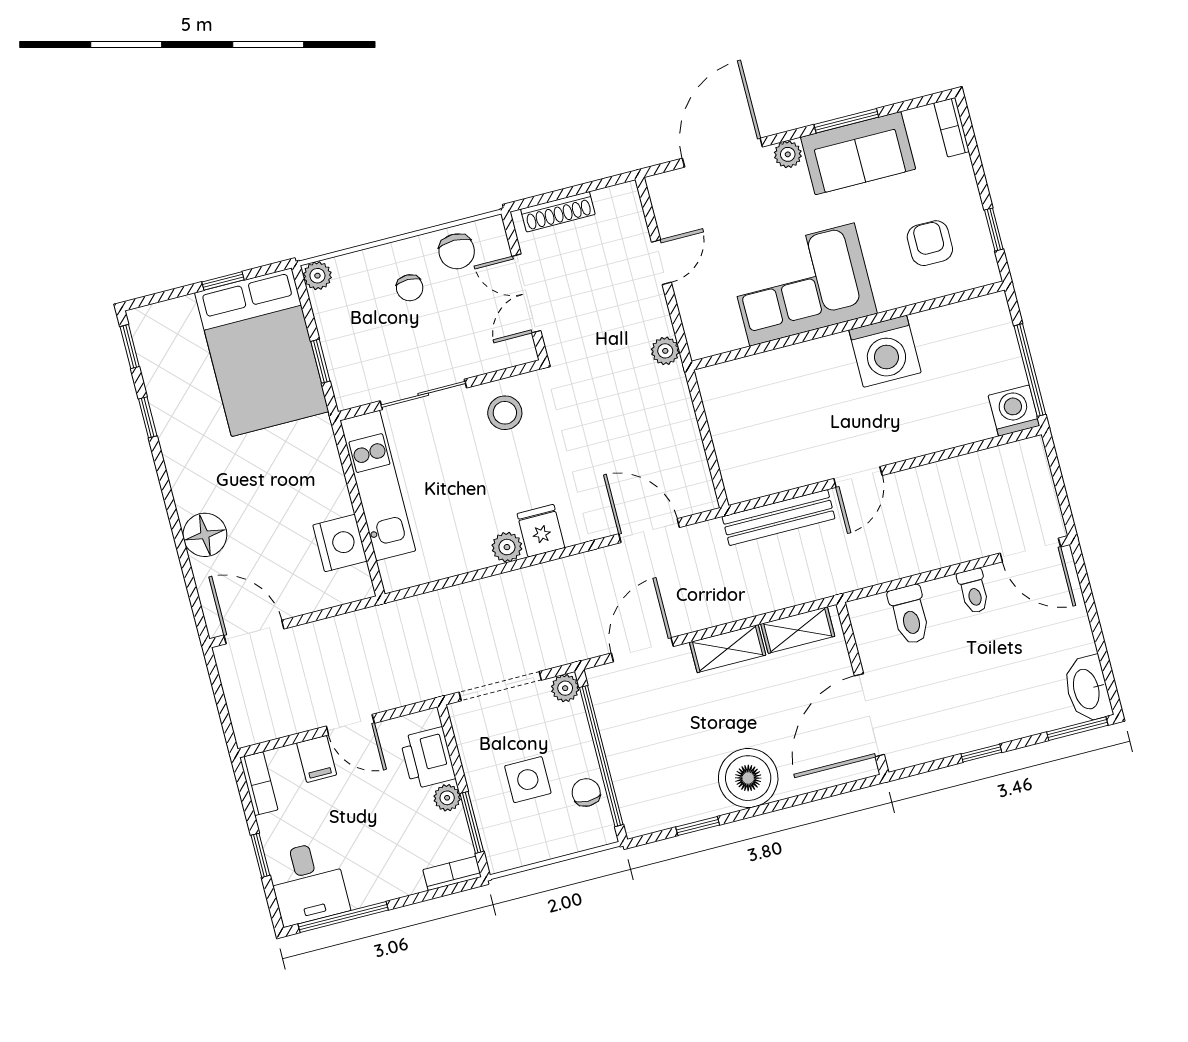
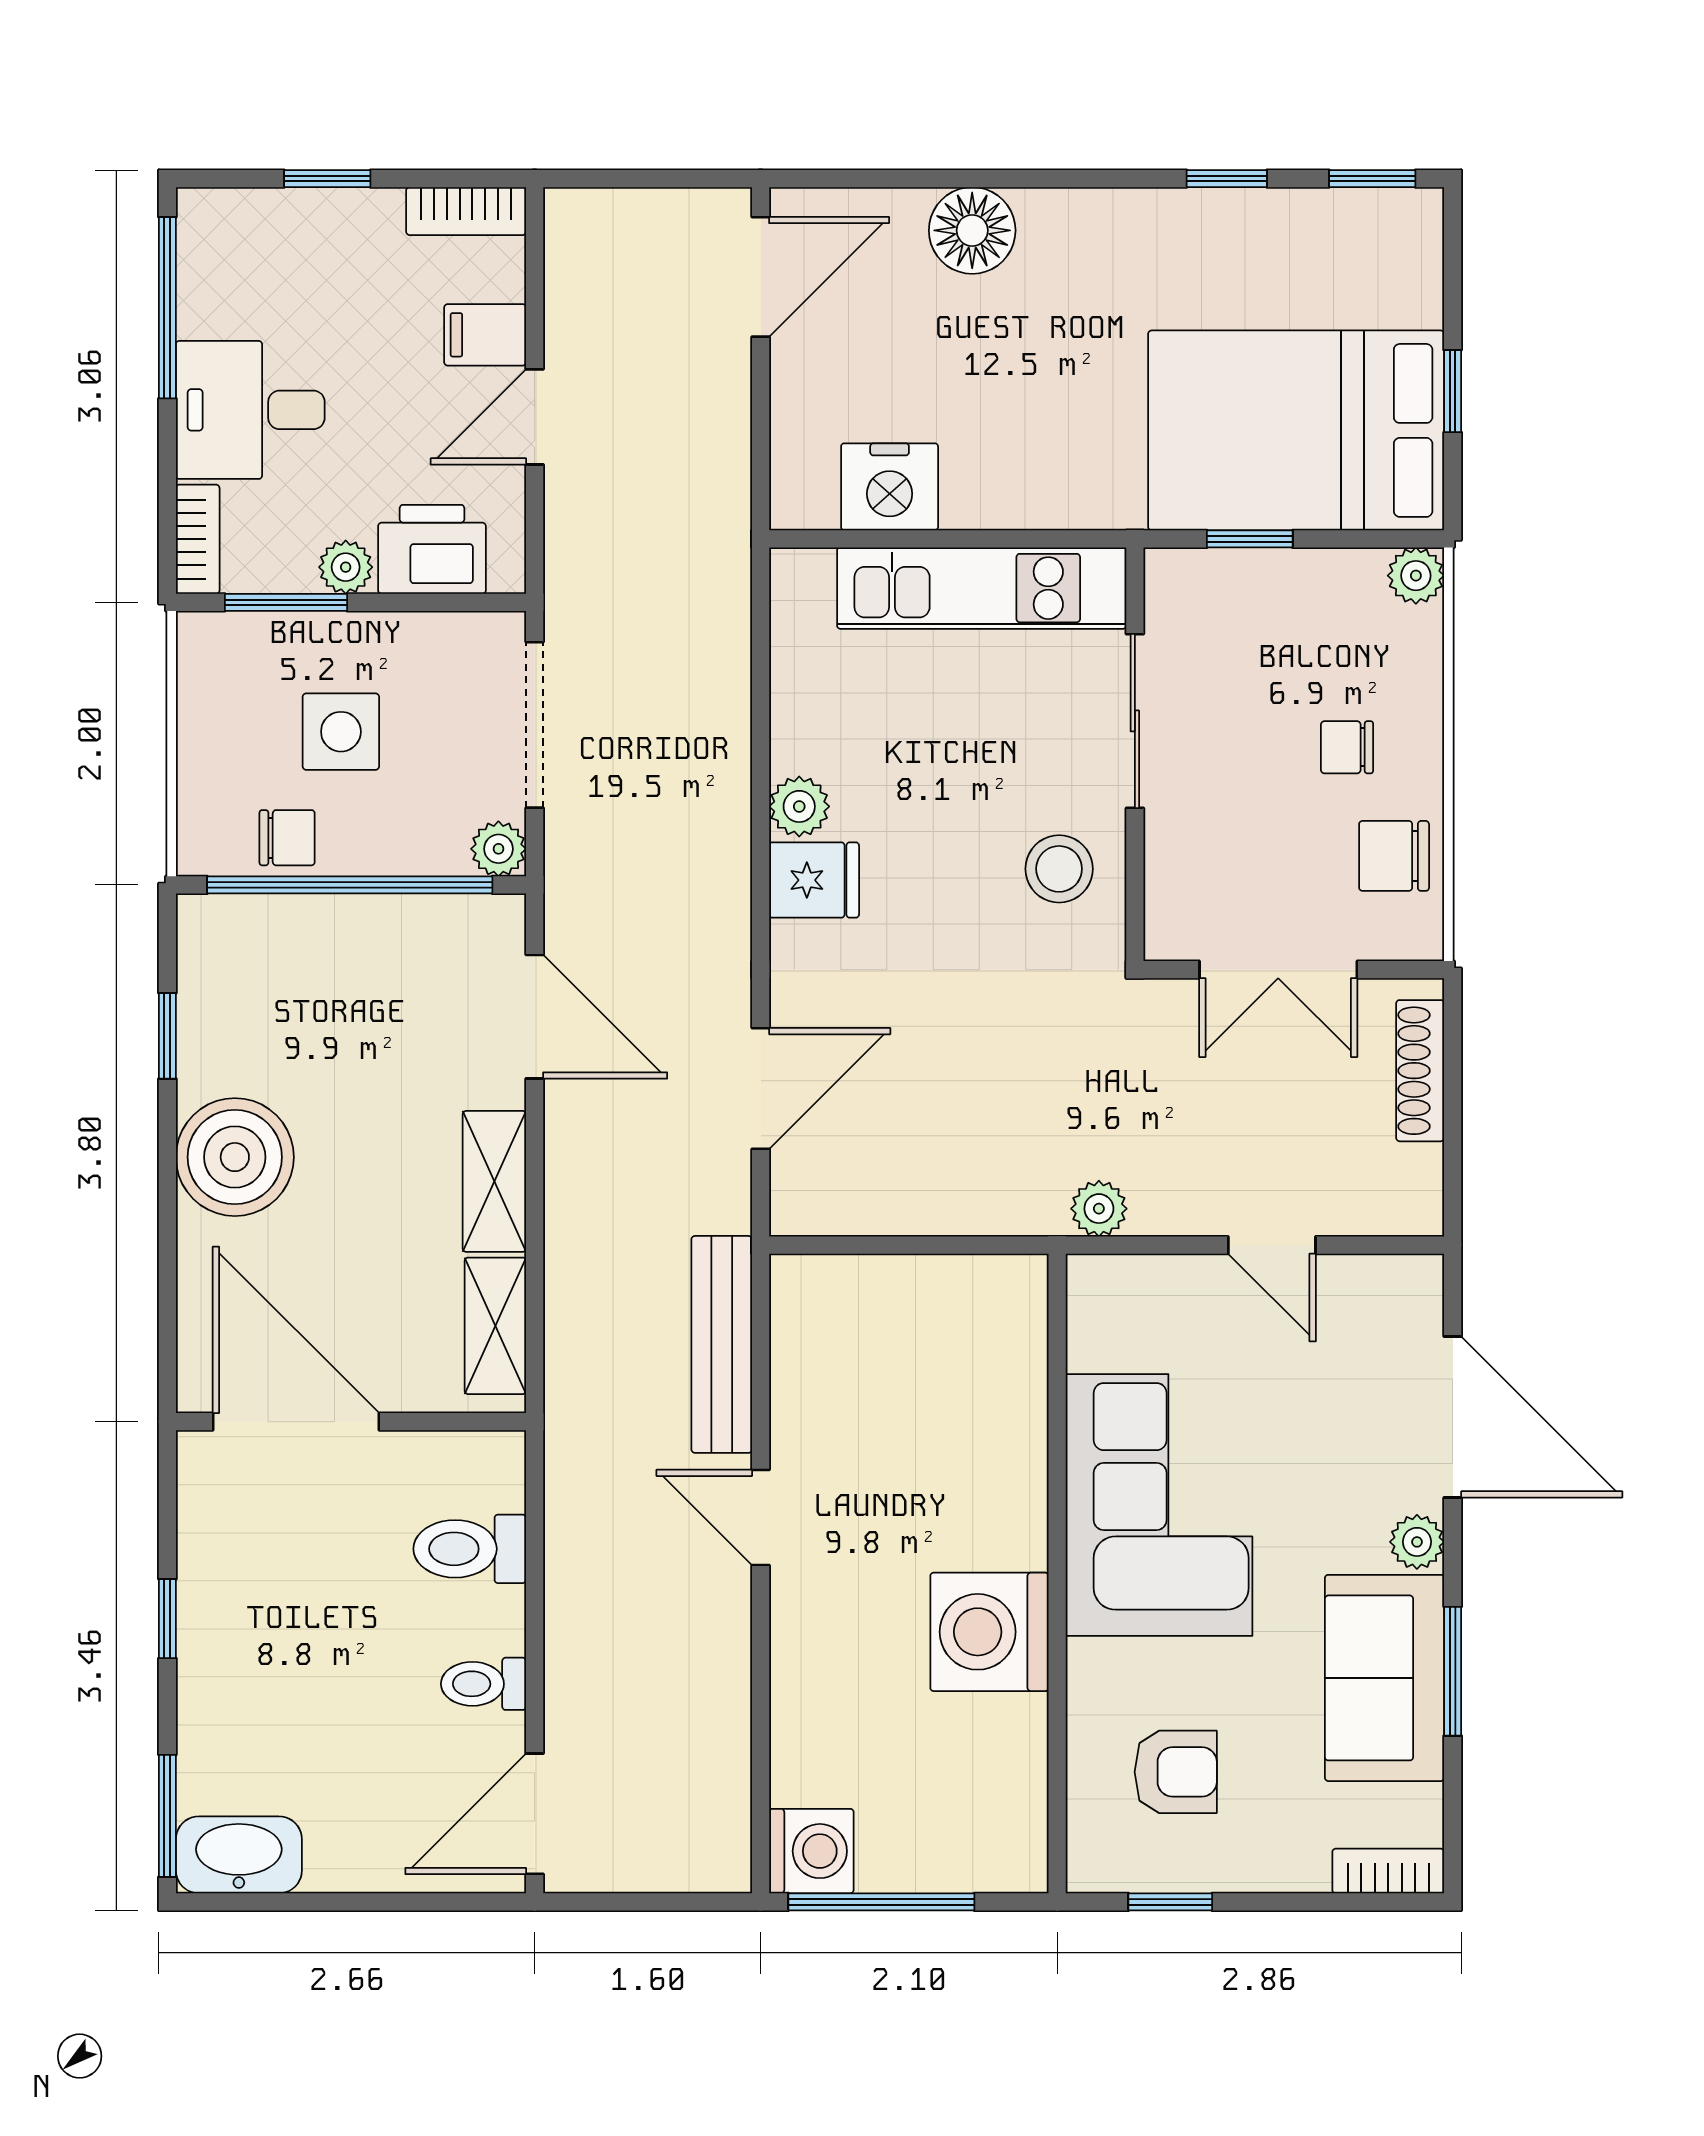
double door: (526, 293) -> (1278, 970), swing flipped
desk: (308, 883) -> (250, 410), moved

